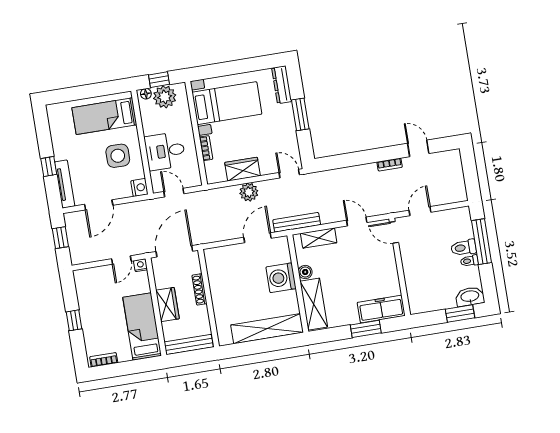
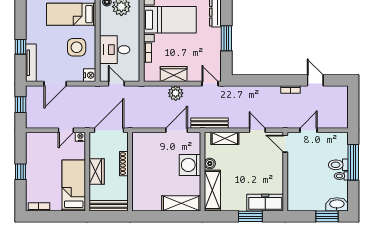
shelving: (267, 329) -> (181, 203), width x0.68

